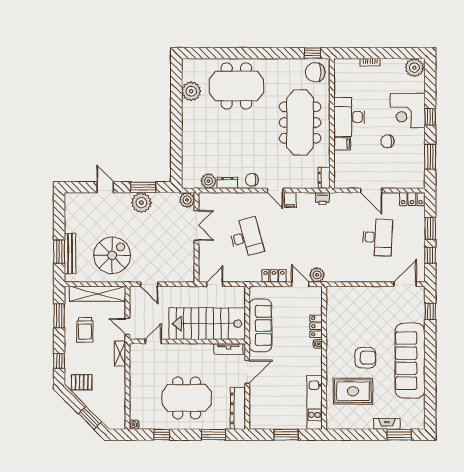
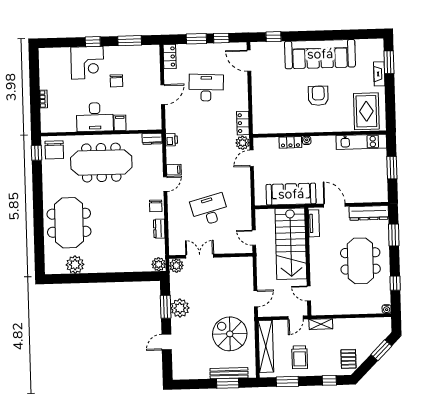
plant: (414, 68) -> (47, 58), removed
plant: (208, 181) -> (159, 264), moved
locker: (274, 276) -> (243, 123), moved
trolley: (85, 330) -> (300, 357), turned 90
rug: (353, 391) -> (366, 111), moved

